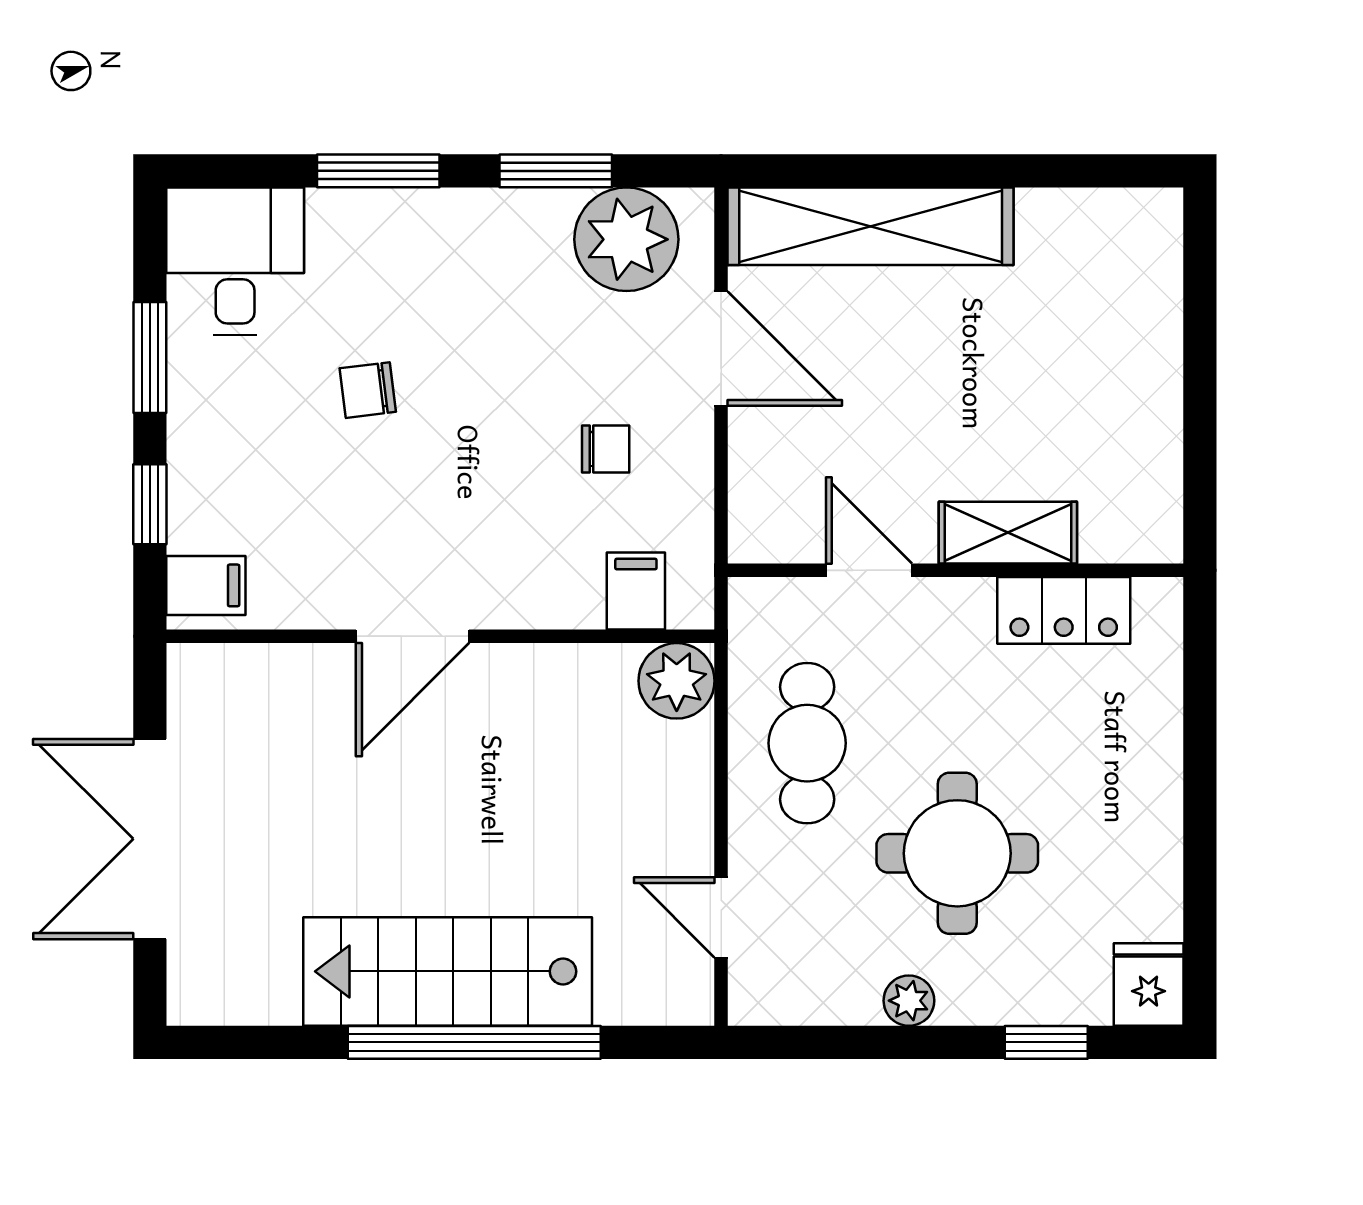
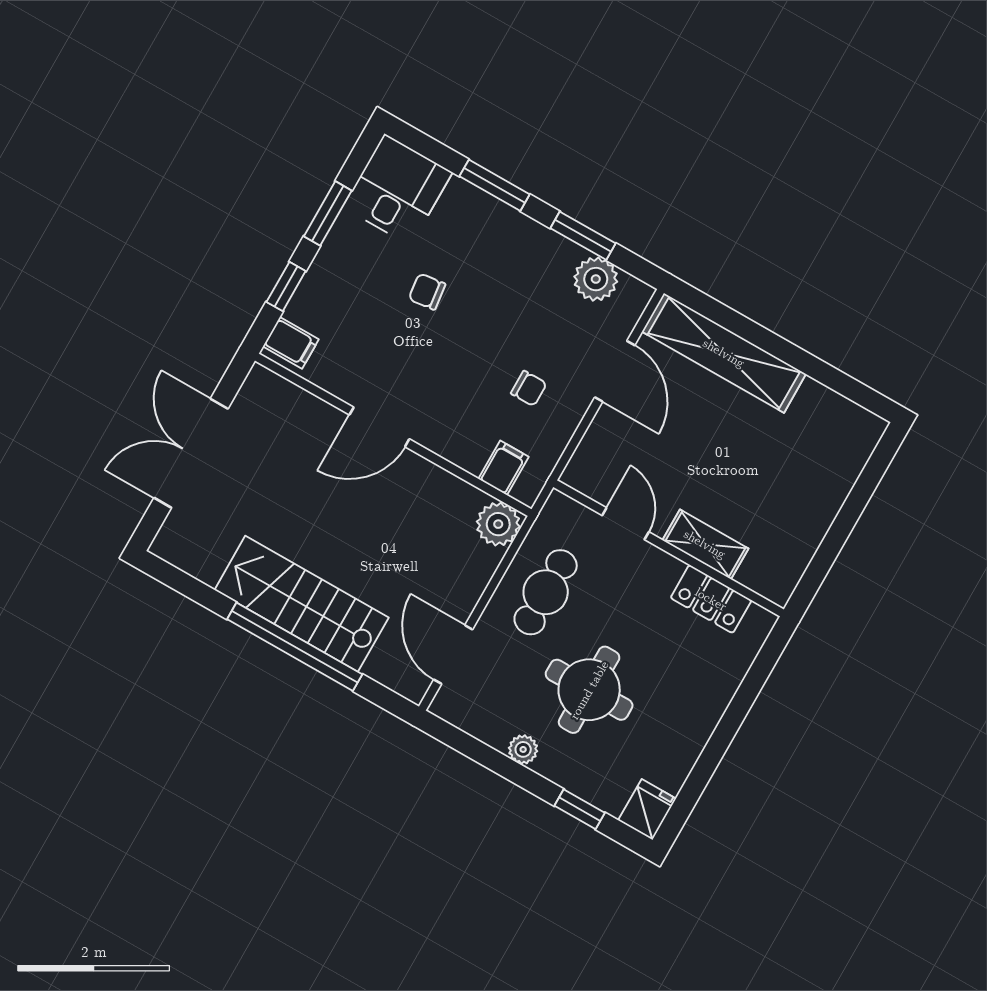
plant: (626, 239) -> (596, 279), width x0.73, depth x0.73
door: (721, 917) -> (453, 655), width x1.38

